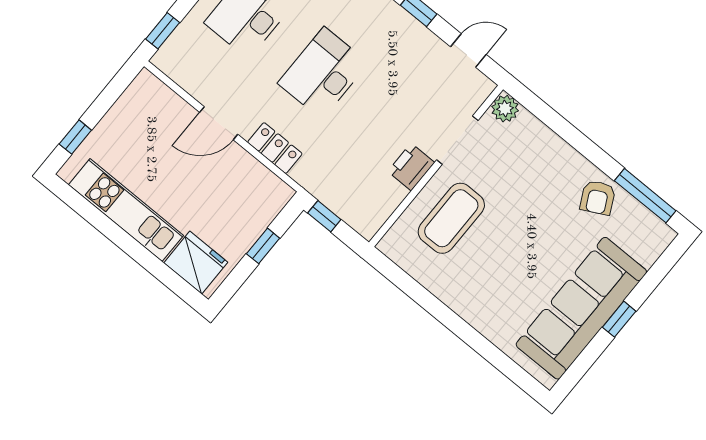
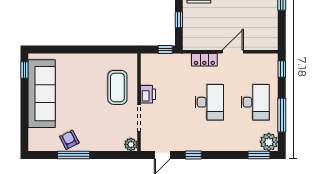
window: (645, 196) -> (74, 155), moved
window: (619, 319) -> (24, 70), moved

